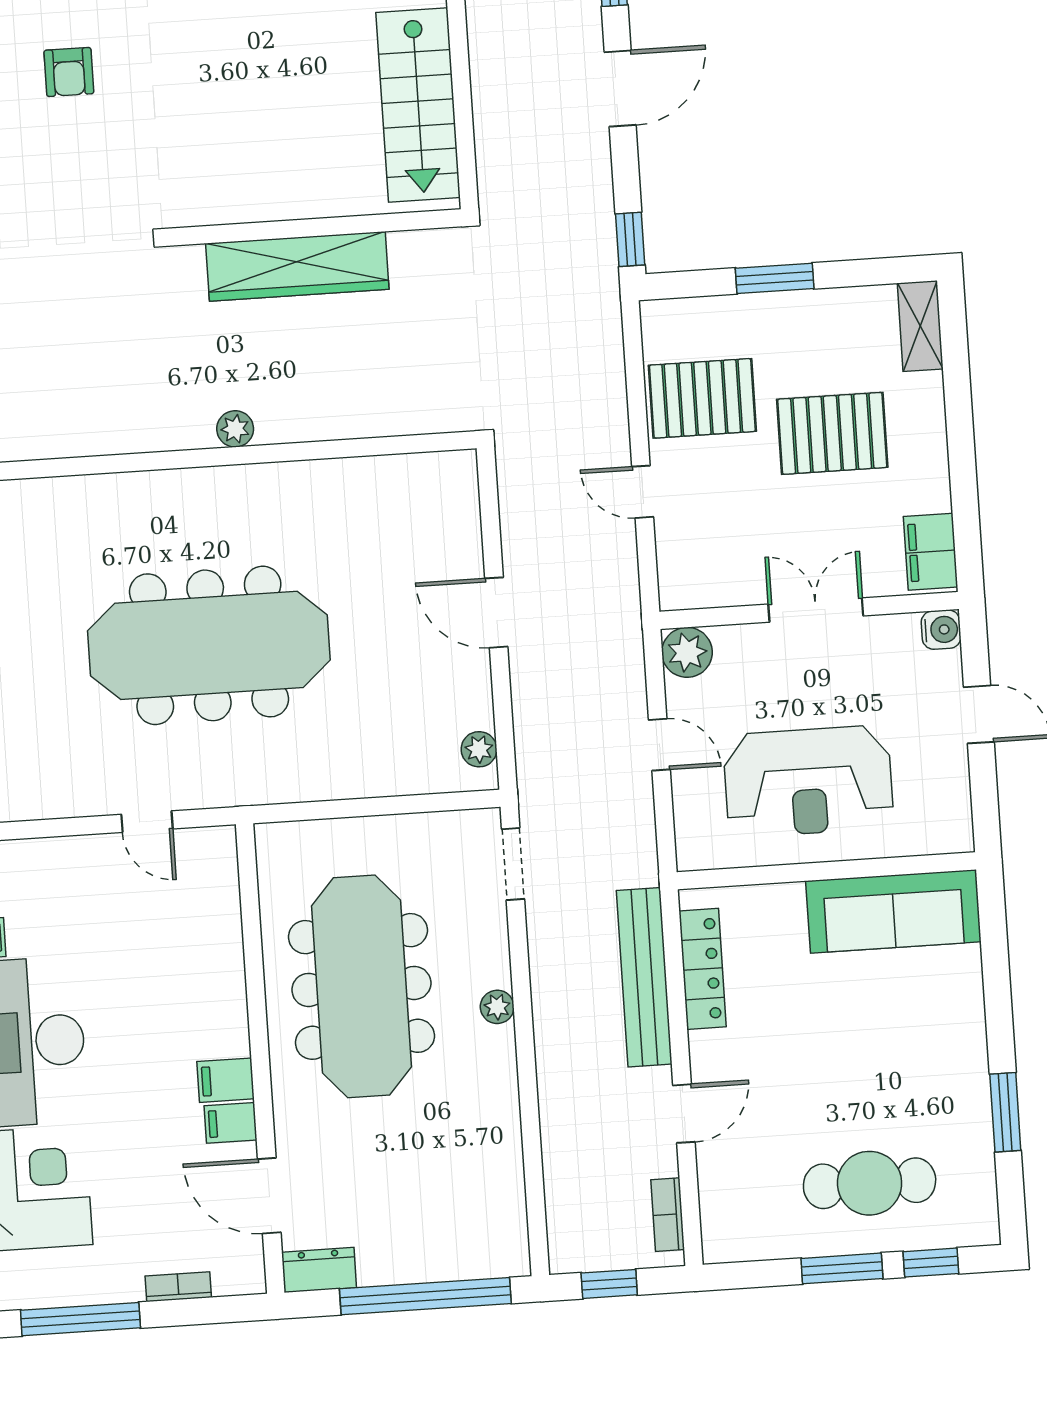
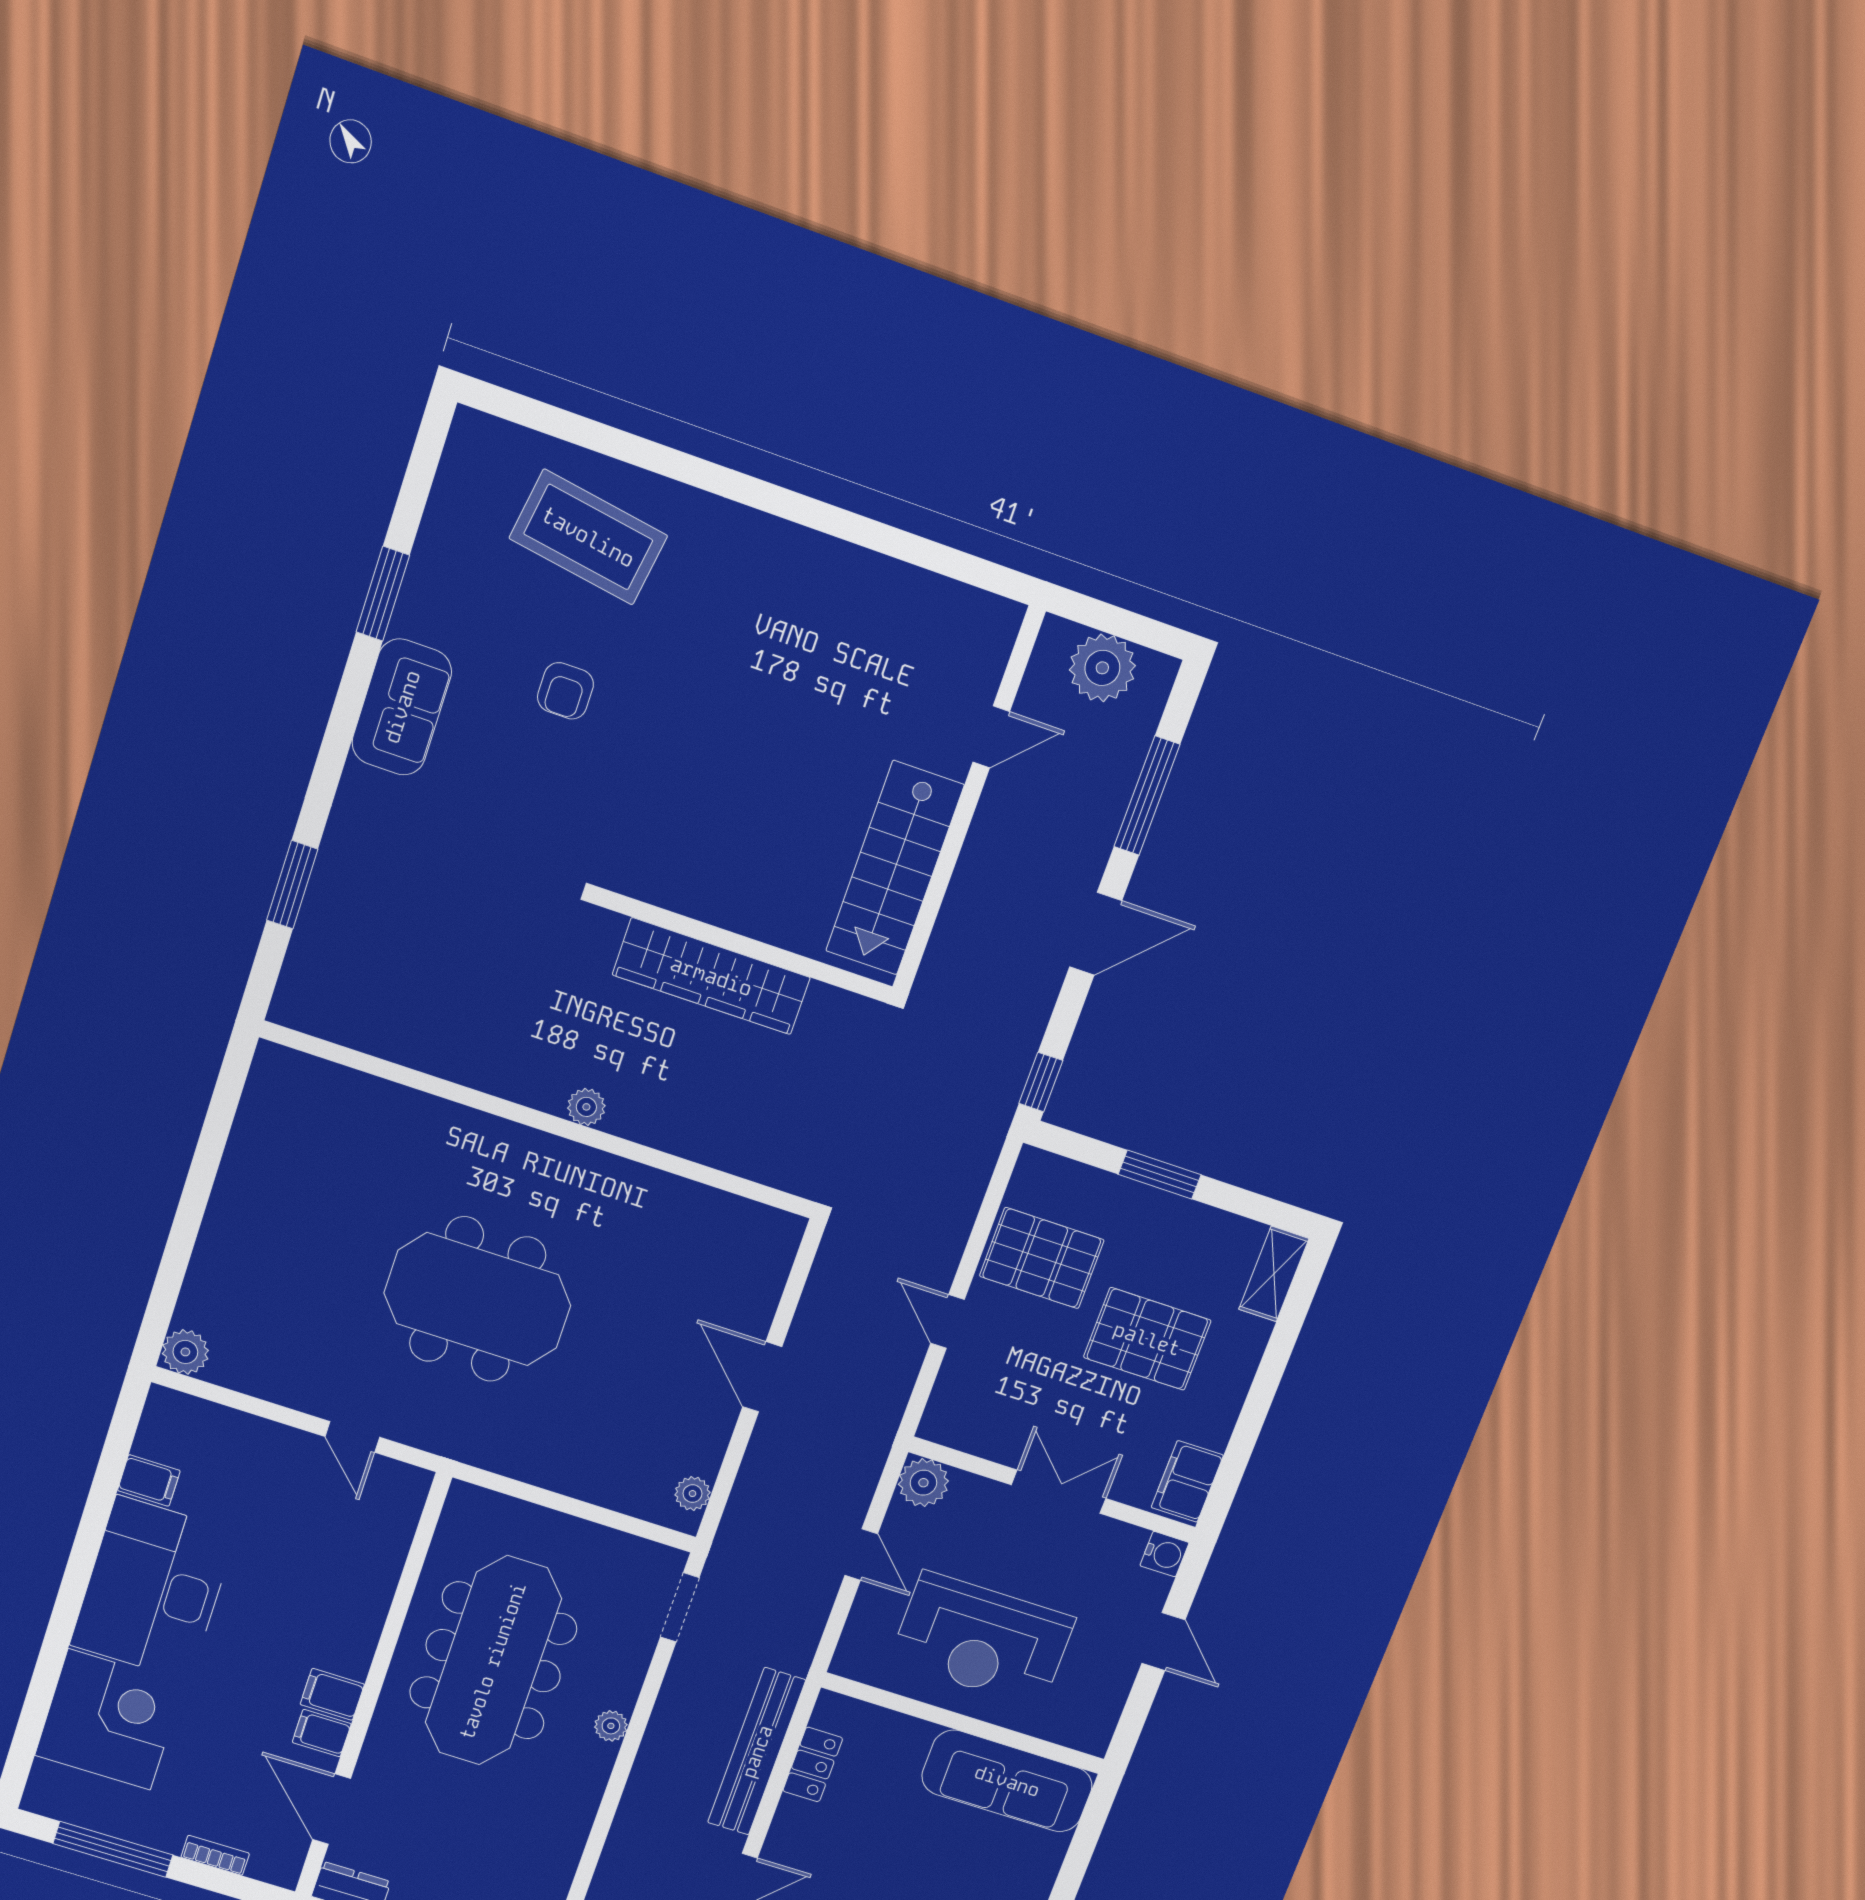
meeting table: (209, 645) -> (477, 1299), width x0.73
locker: (703, 969) -> (813, 1764), width x0.66

